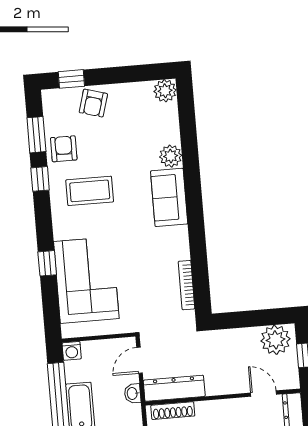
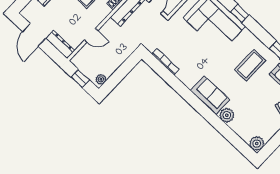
plant: (275, 340) -> (101, 79), width x0.53, depth x0.53
door: (263, 394) -> (91, 35), moved

